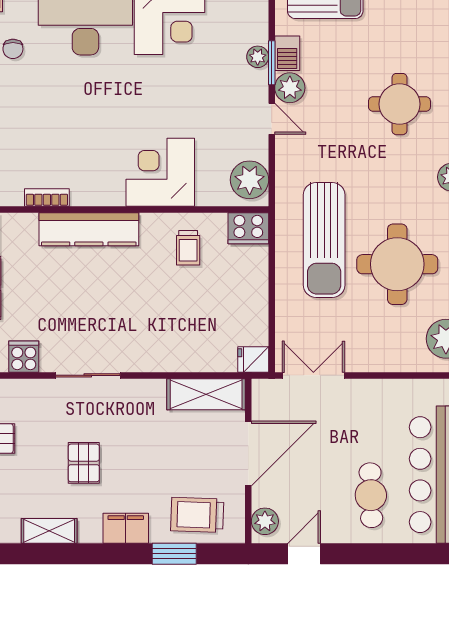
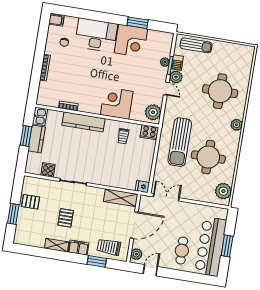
round table: (399, 104) -> (220, 91), width x1.36, depth x1.36
shelving: (49, 531) -> (57, 245), moved

